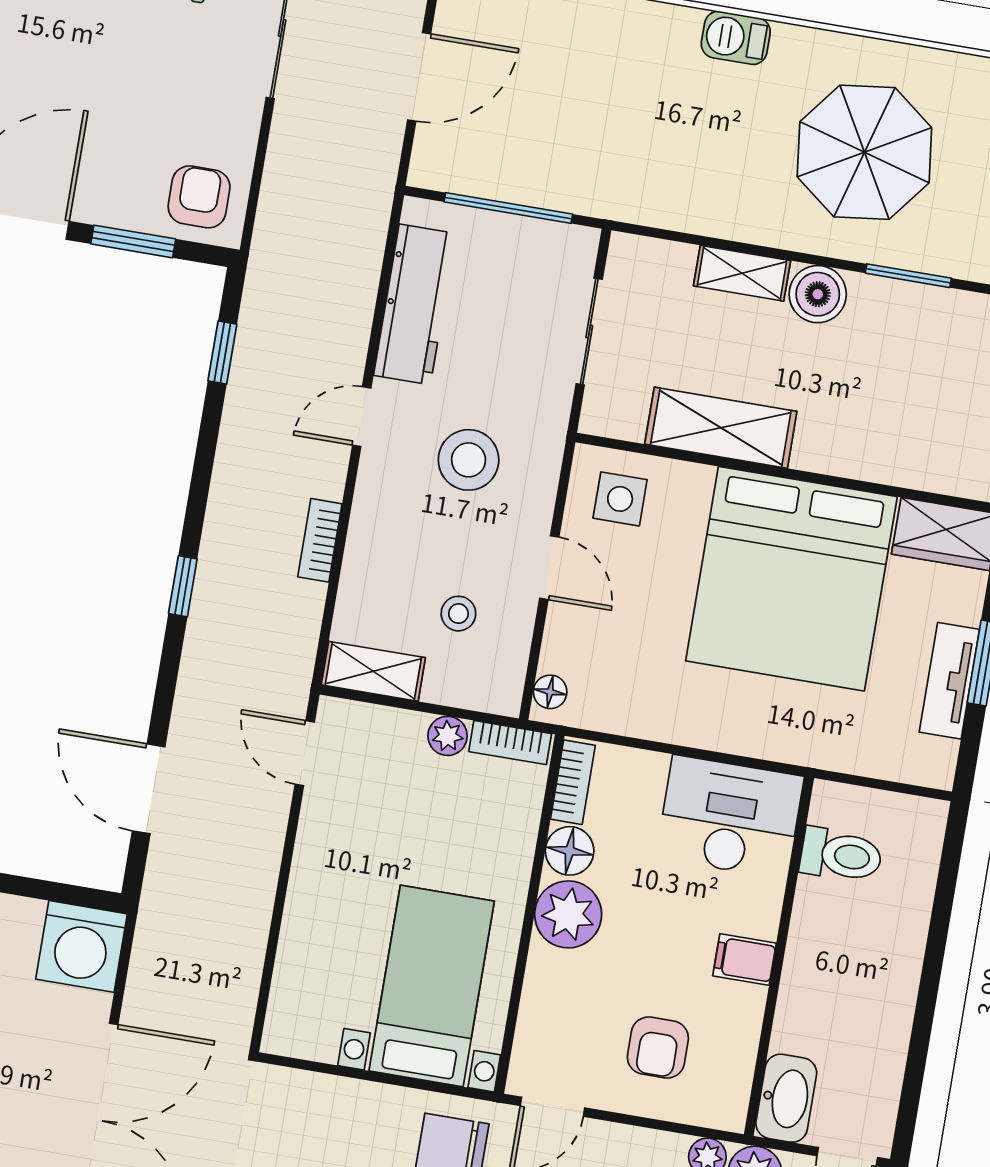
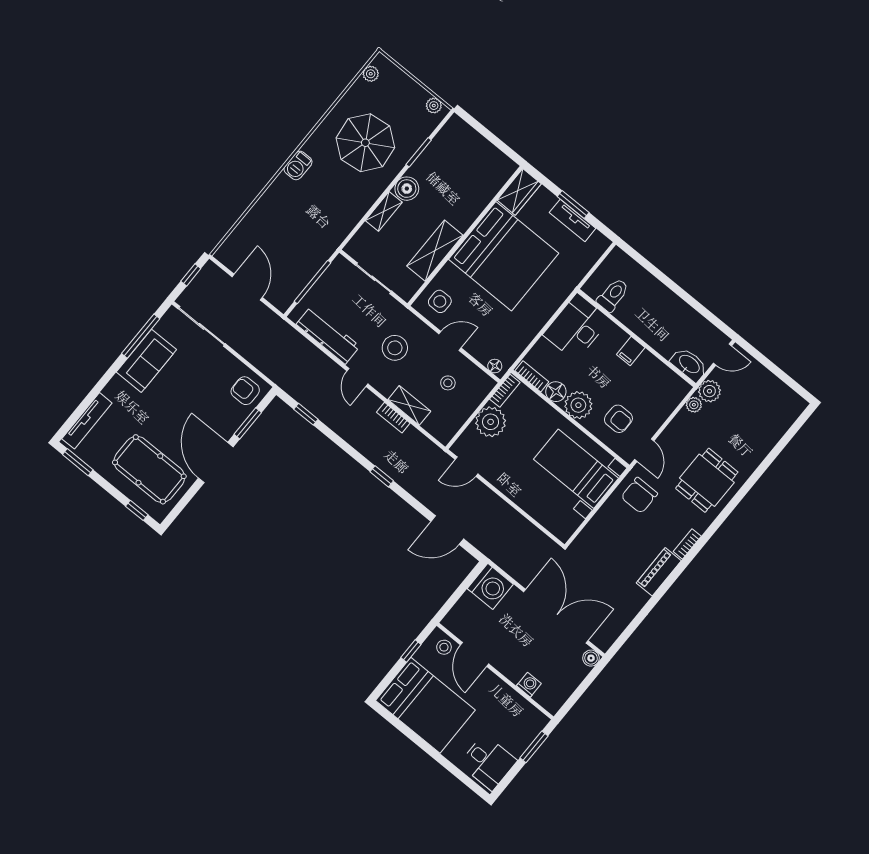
shelving: (373, 671) -> (409, 405), moved, turned 90
plant: (448, 736) -> (491, 422), width x1.88, depth x1.88
armchair: (658, 1048) -> (618, 419), moved

